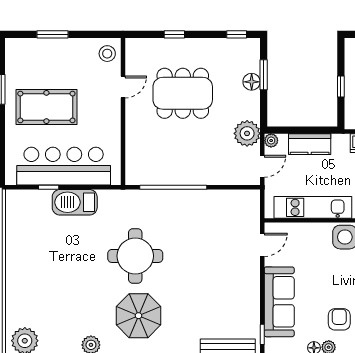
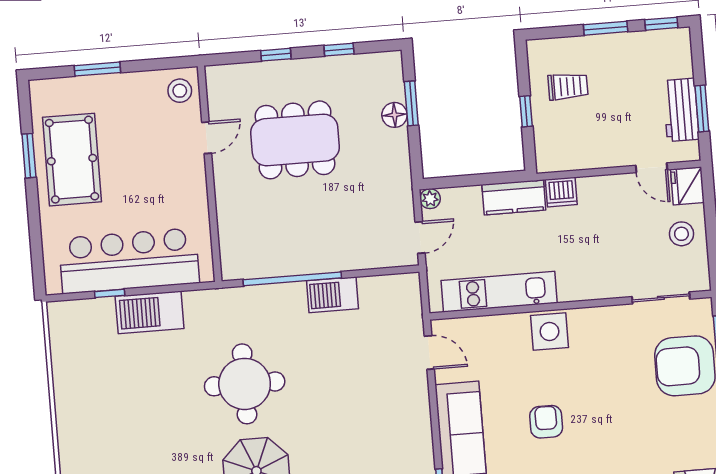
window: (237, 34) -> (339, 50), moved
pool table: (46, 107) -> (72, 160), moved, turned 90
plant: (247, 133) -> (394, 191), removed
kitchen counter: (310, 144) -> (514, 197), moved
barbecue: (200, 200) -> (332, 295), added
door: (262, 245) -> (429, 353), hinge flipped
armchair: (339, 319) -> (546, 422), moved

